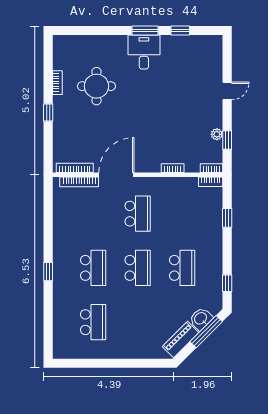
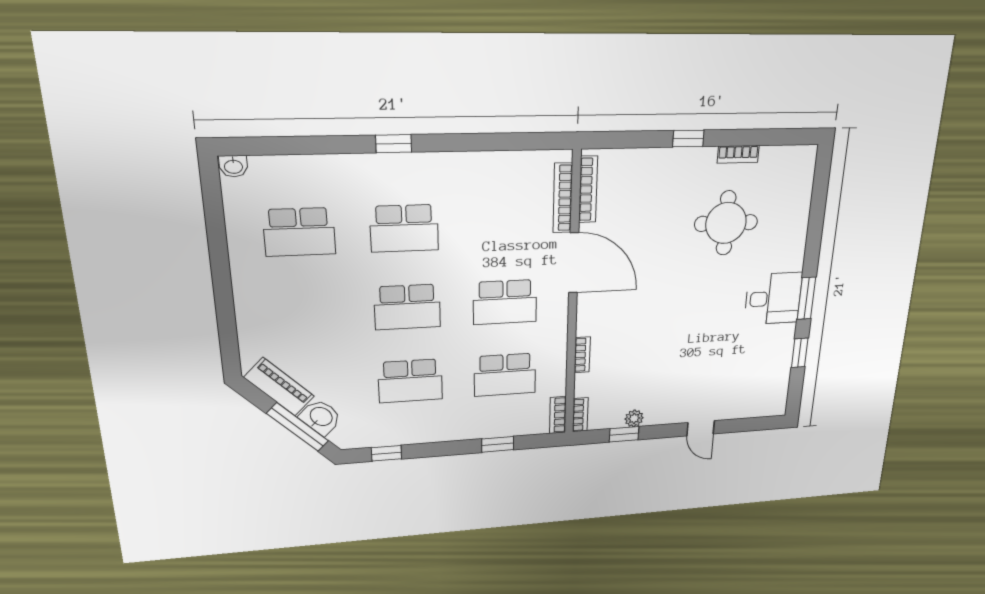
school desk: (182, 214) -> (505, 375), added
washbasin: (58, 352) -> (233, 166), added

